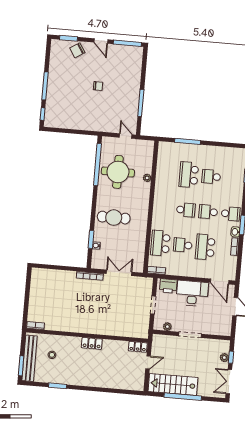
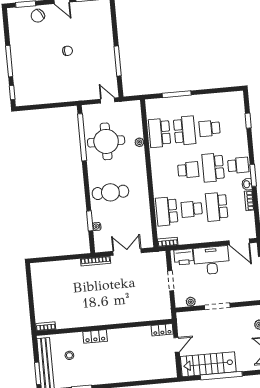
school desk: (166, 173) -> (160, 133), added
school desk: (189, 175) -> (185, 131), turned 180
school desk: (208, 212) -> (213, 168), width x1.85
locker: (92, 343) -> (95, 336), moved

